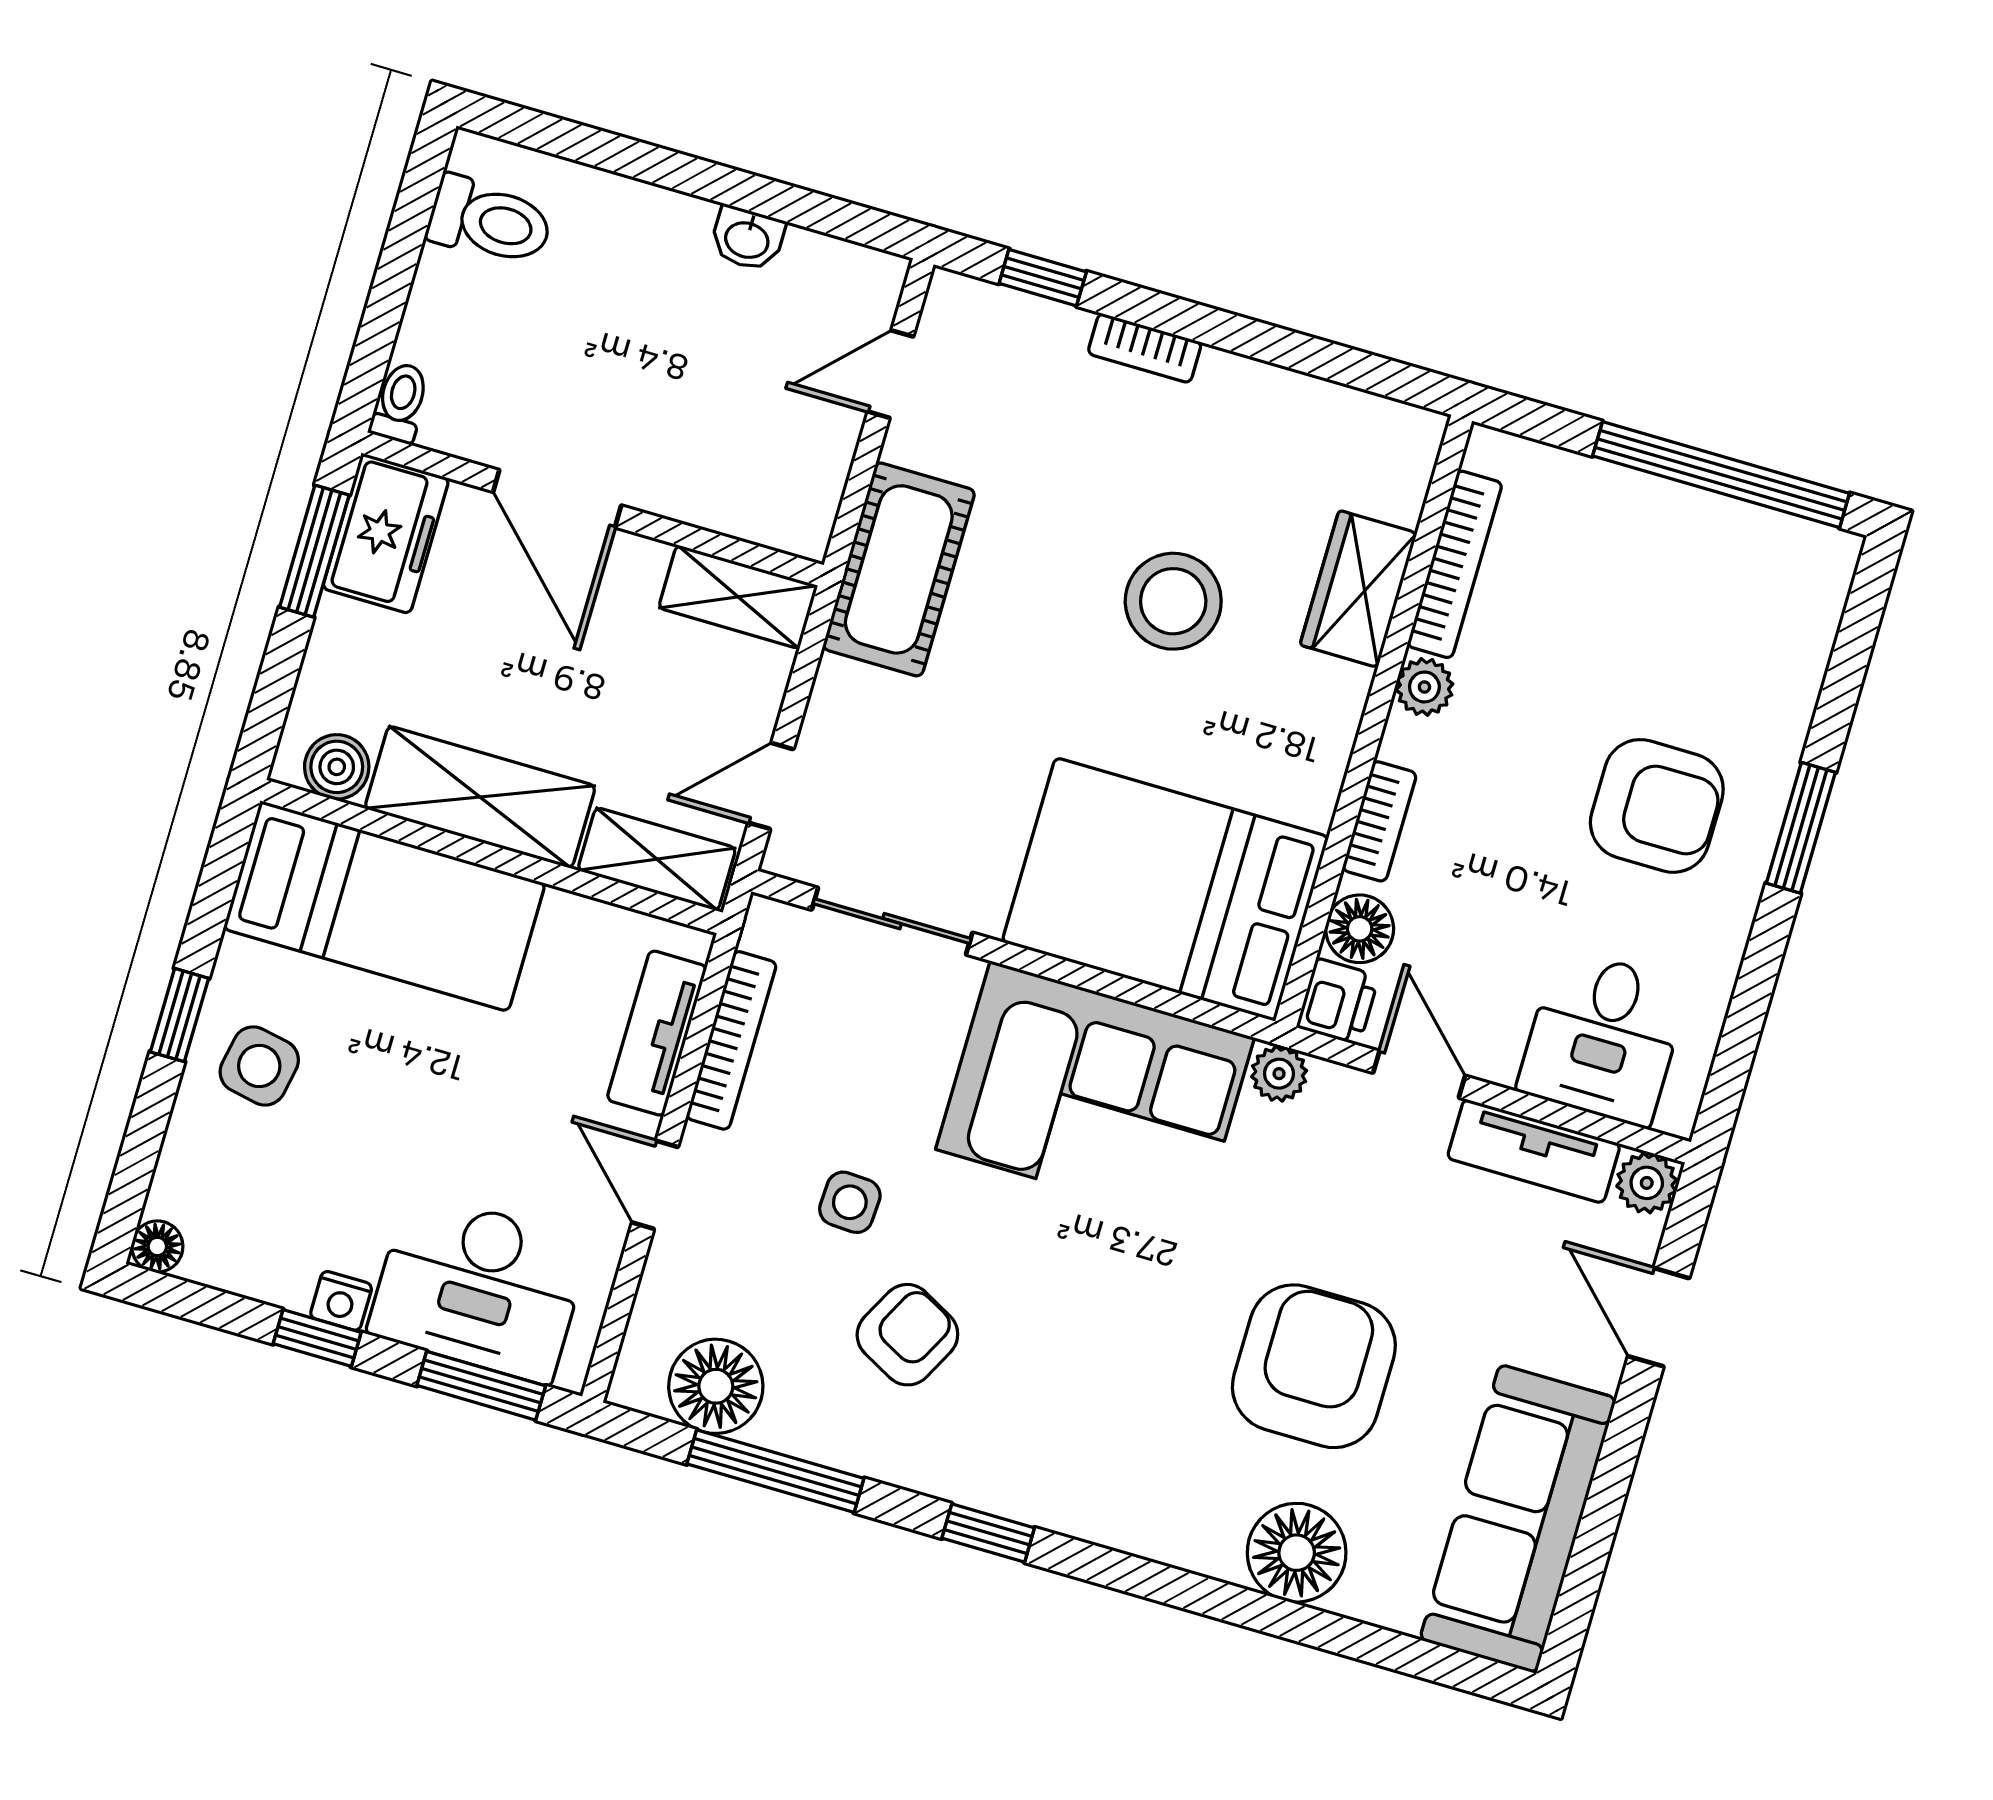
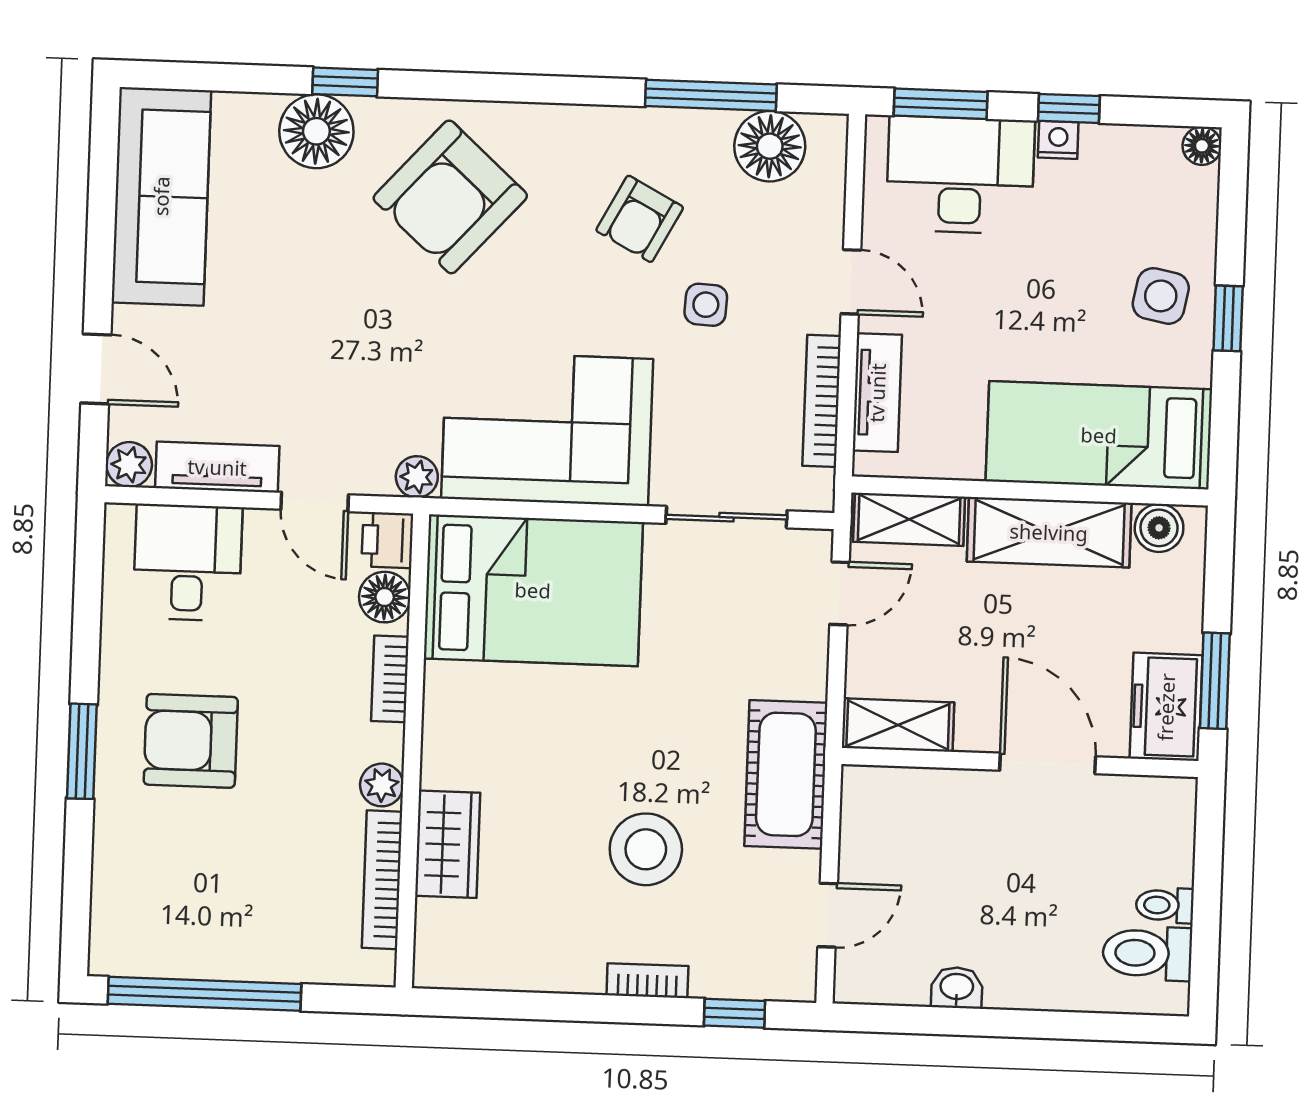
toilet: (400, 402) -> (1165, 905), moved, turned 90
stool: (1173, 601) -> (646, 849), moved
armchair: (1314, 1366) -> (450, 197), moved, turned 42
window: (988, 1533) -> (345, 82), moved

